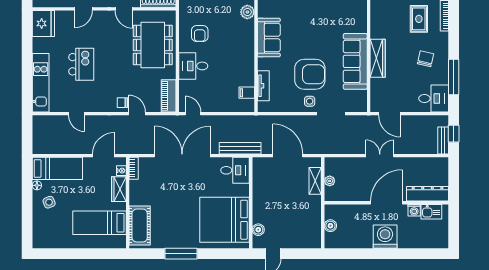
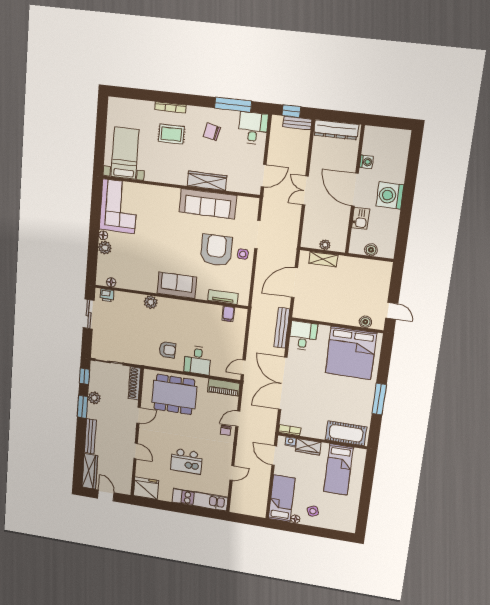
kitchen island: (81, 64) -> (186, 461), turned 180
dresser: (428, 194) -> (336, 130), moved, turned -90
kitchen sink: (431, 212) -> (361, 218), moved

